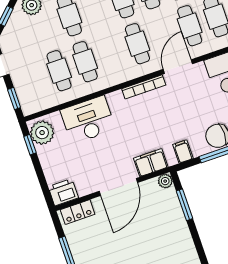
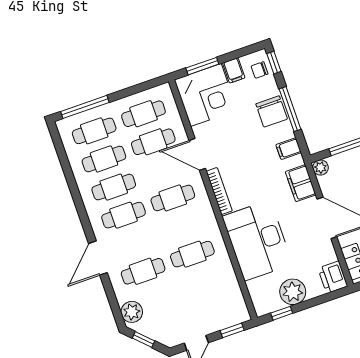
cafe table: (59, 71) -> (202, 282), removed
desk: (88, 120) -> (257, 240), width x1.36, depth x1.30
plant: (42, 133) -> (293, 292), moved

